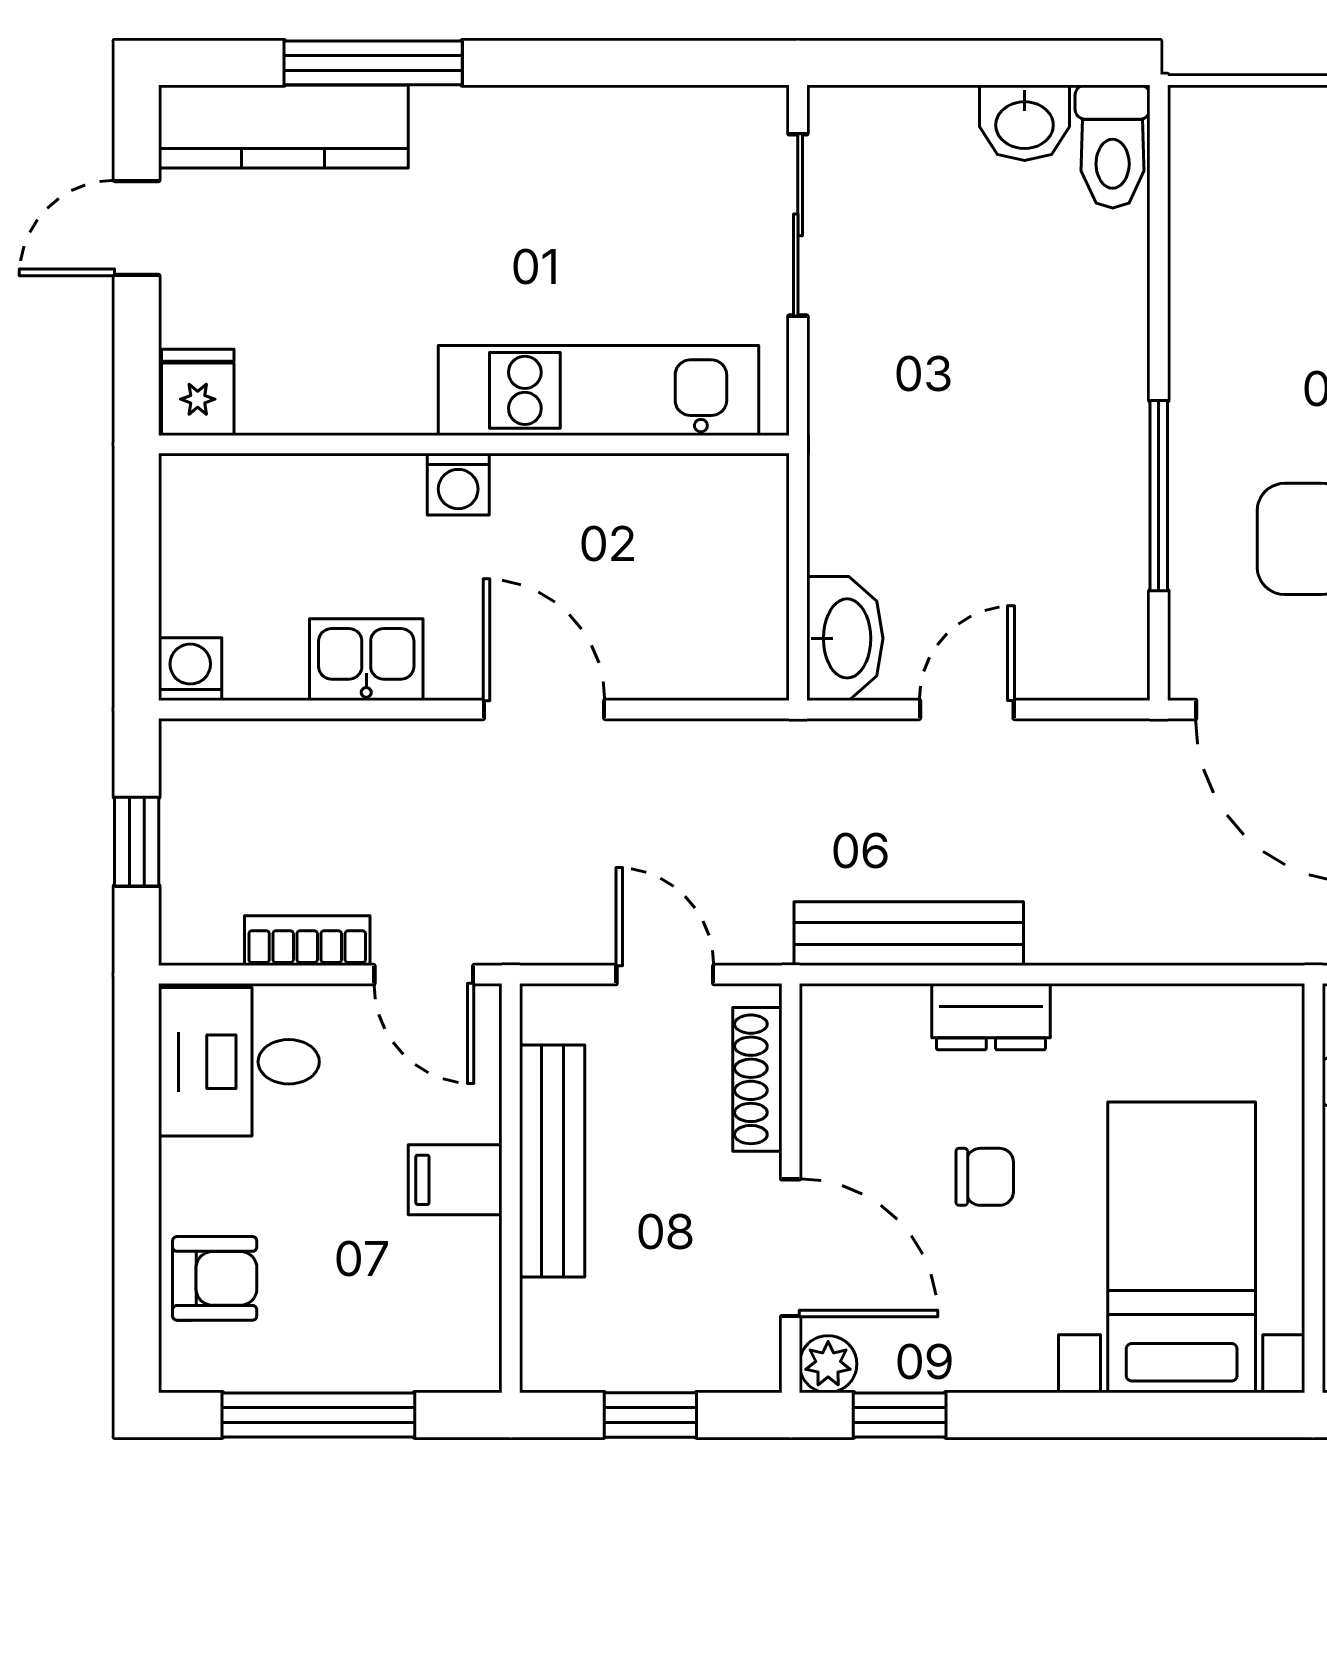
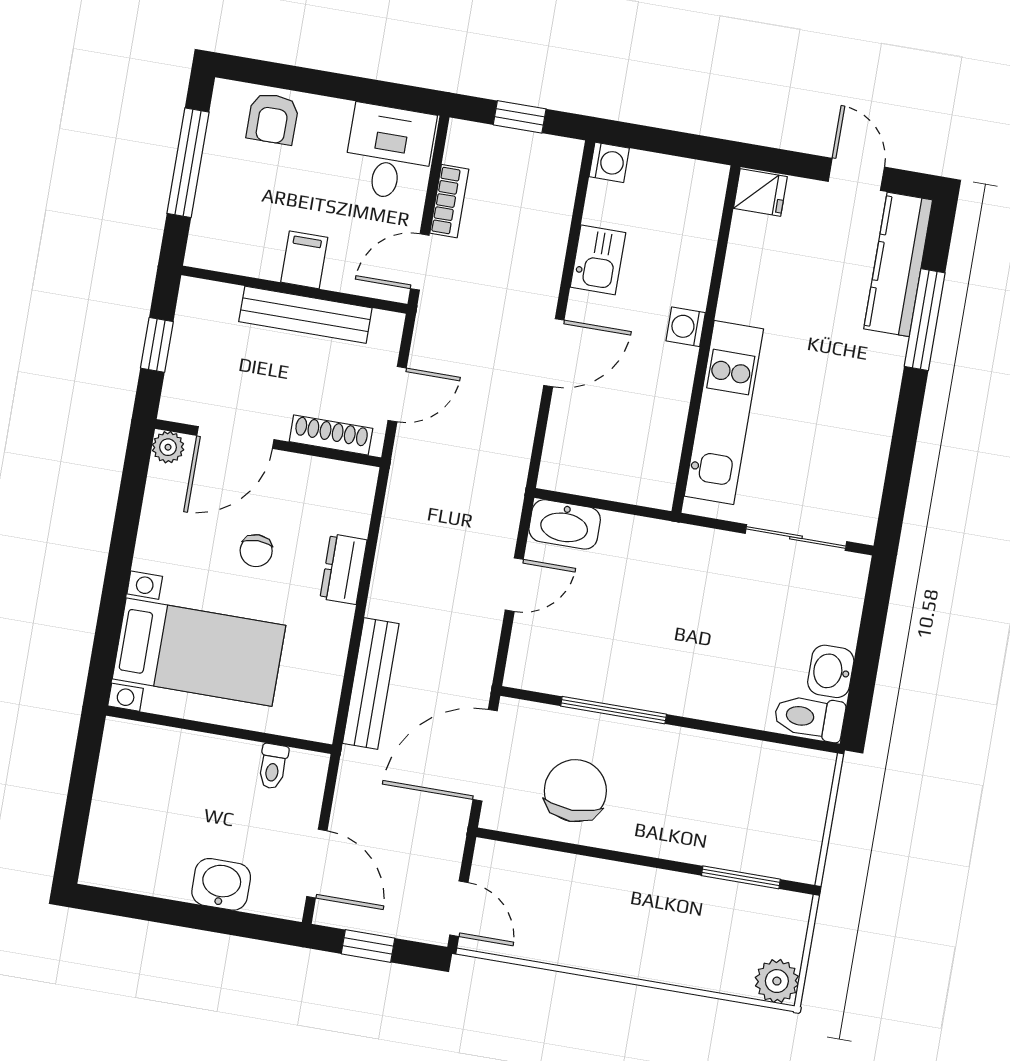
door: (967, 709) -> (514, 585), hinge flipped
bench: (909, 934) -> (371, 684), moved
window: (900, 1415) -> (133, 482), removed

